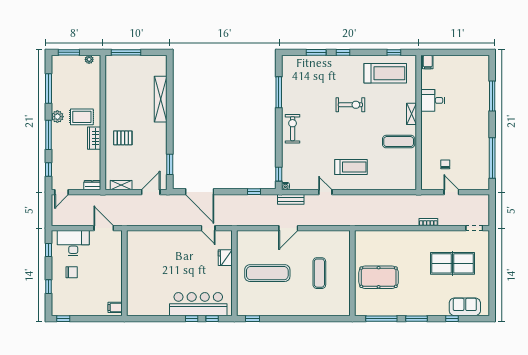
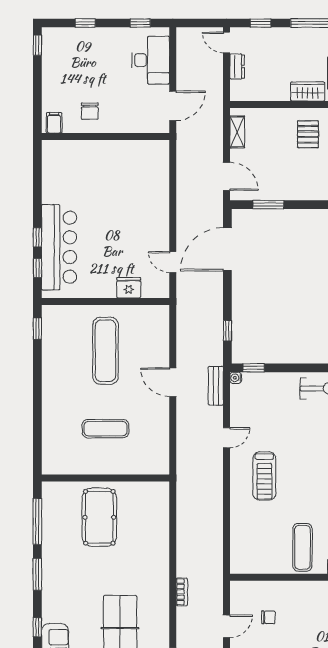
dresser: (92, 185) -> (237, 66), moved
door: (208, 228) -> (173, 262), hinge flipped
chair: (72, 272) -> (90, 111), moved

